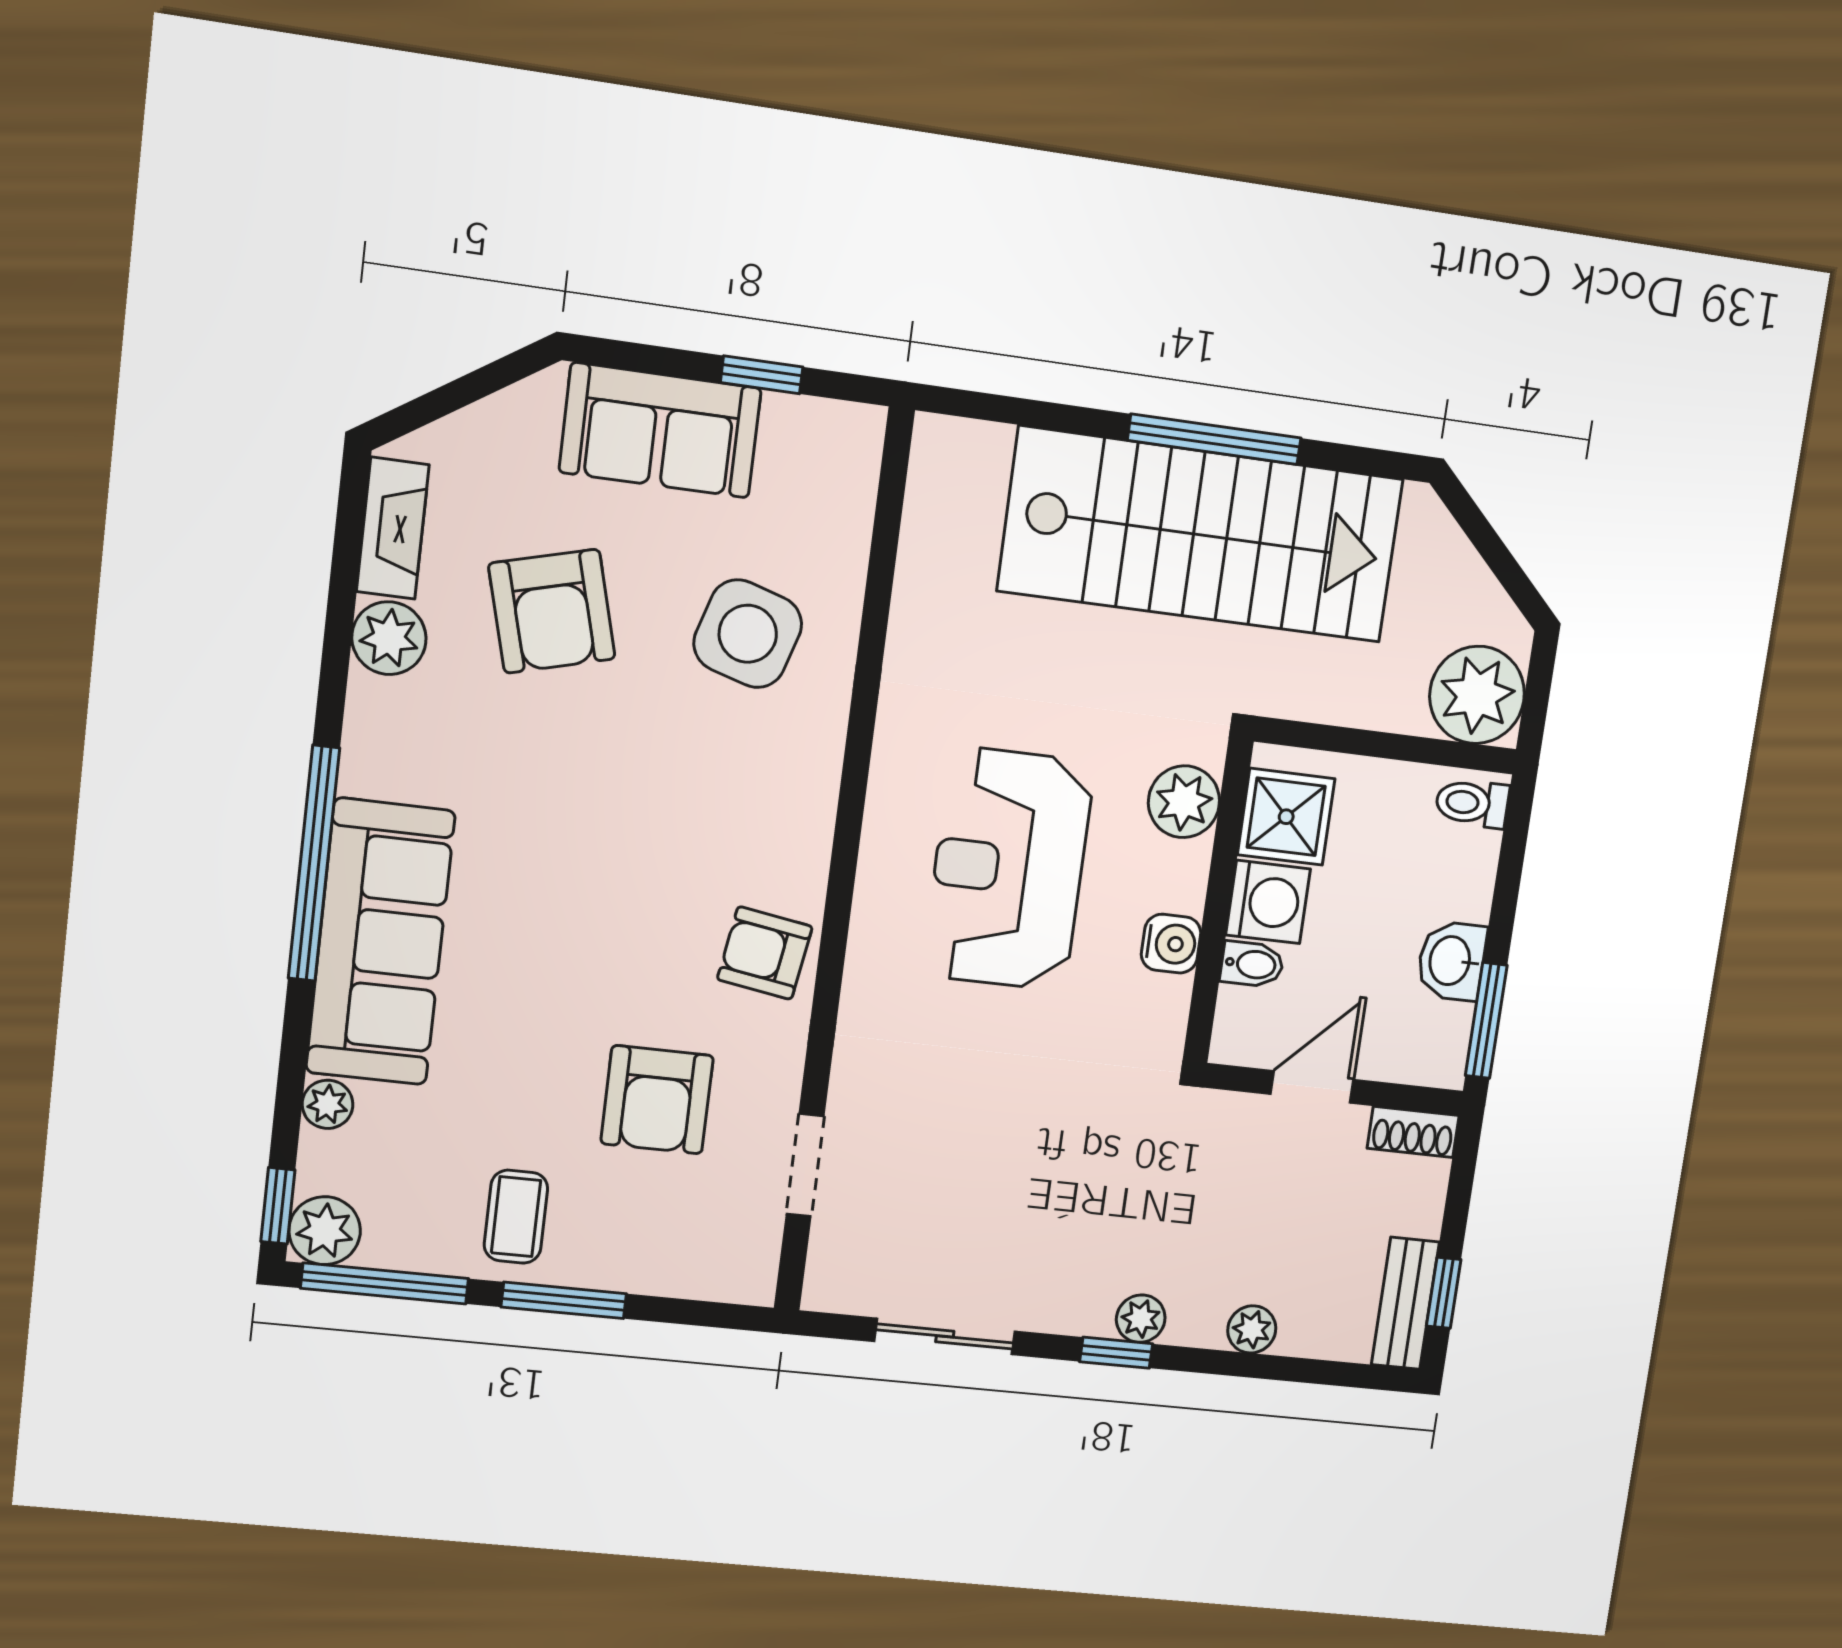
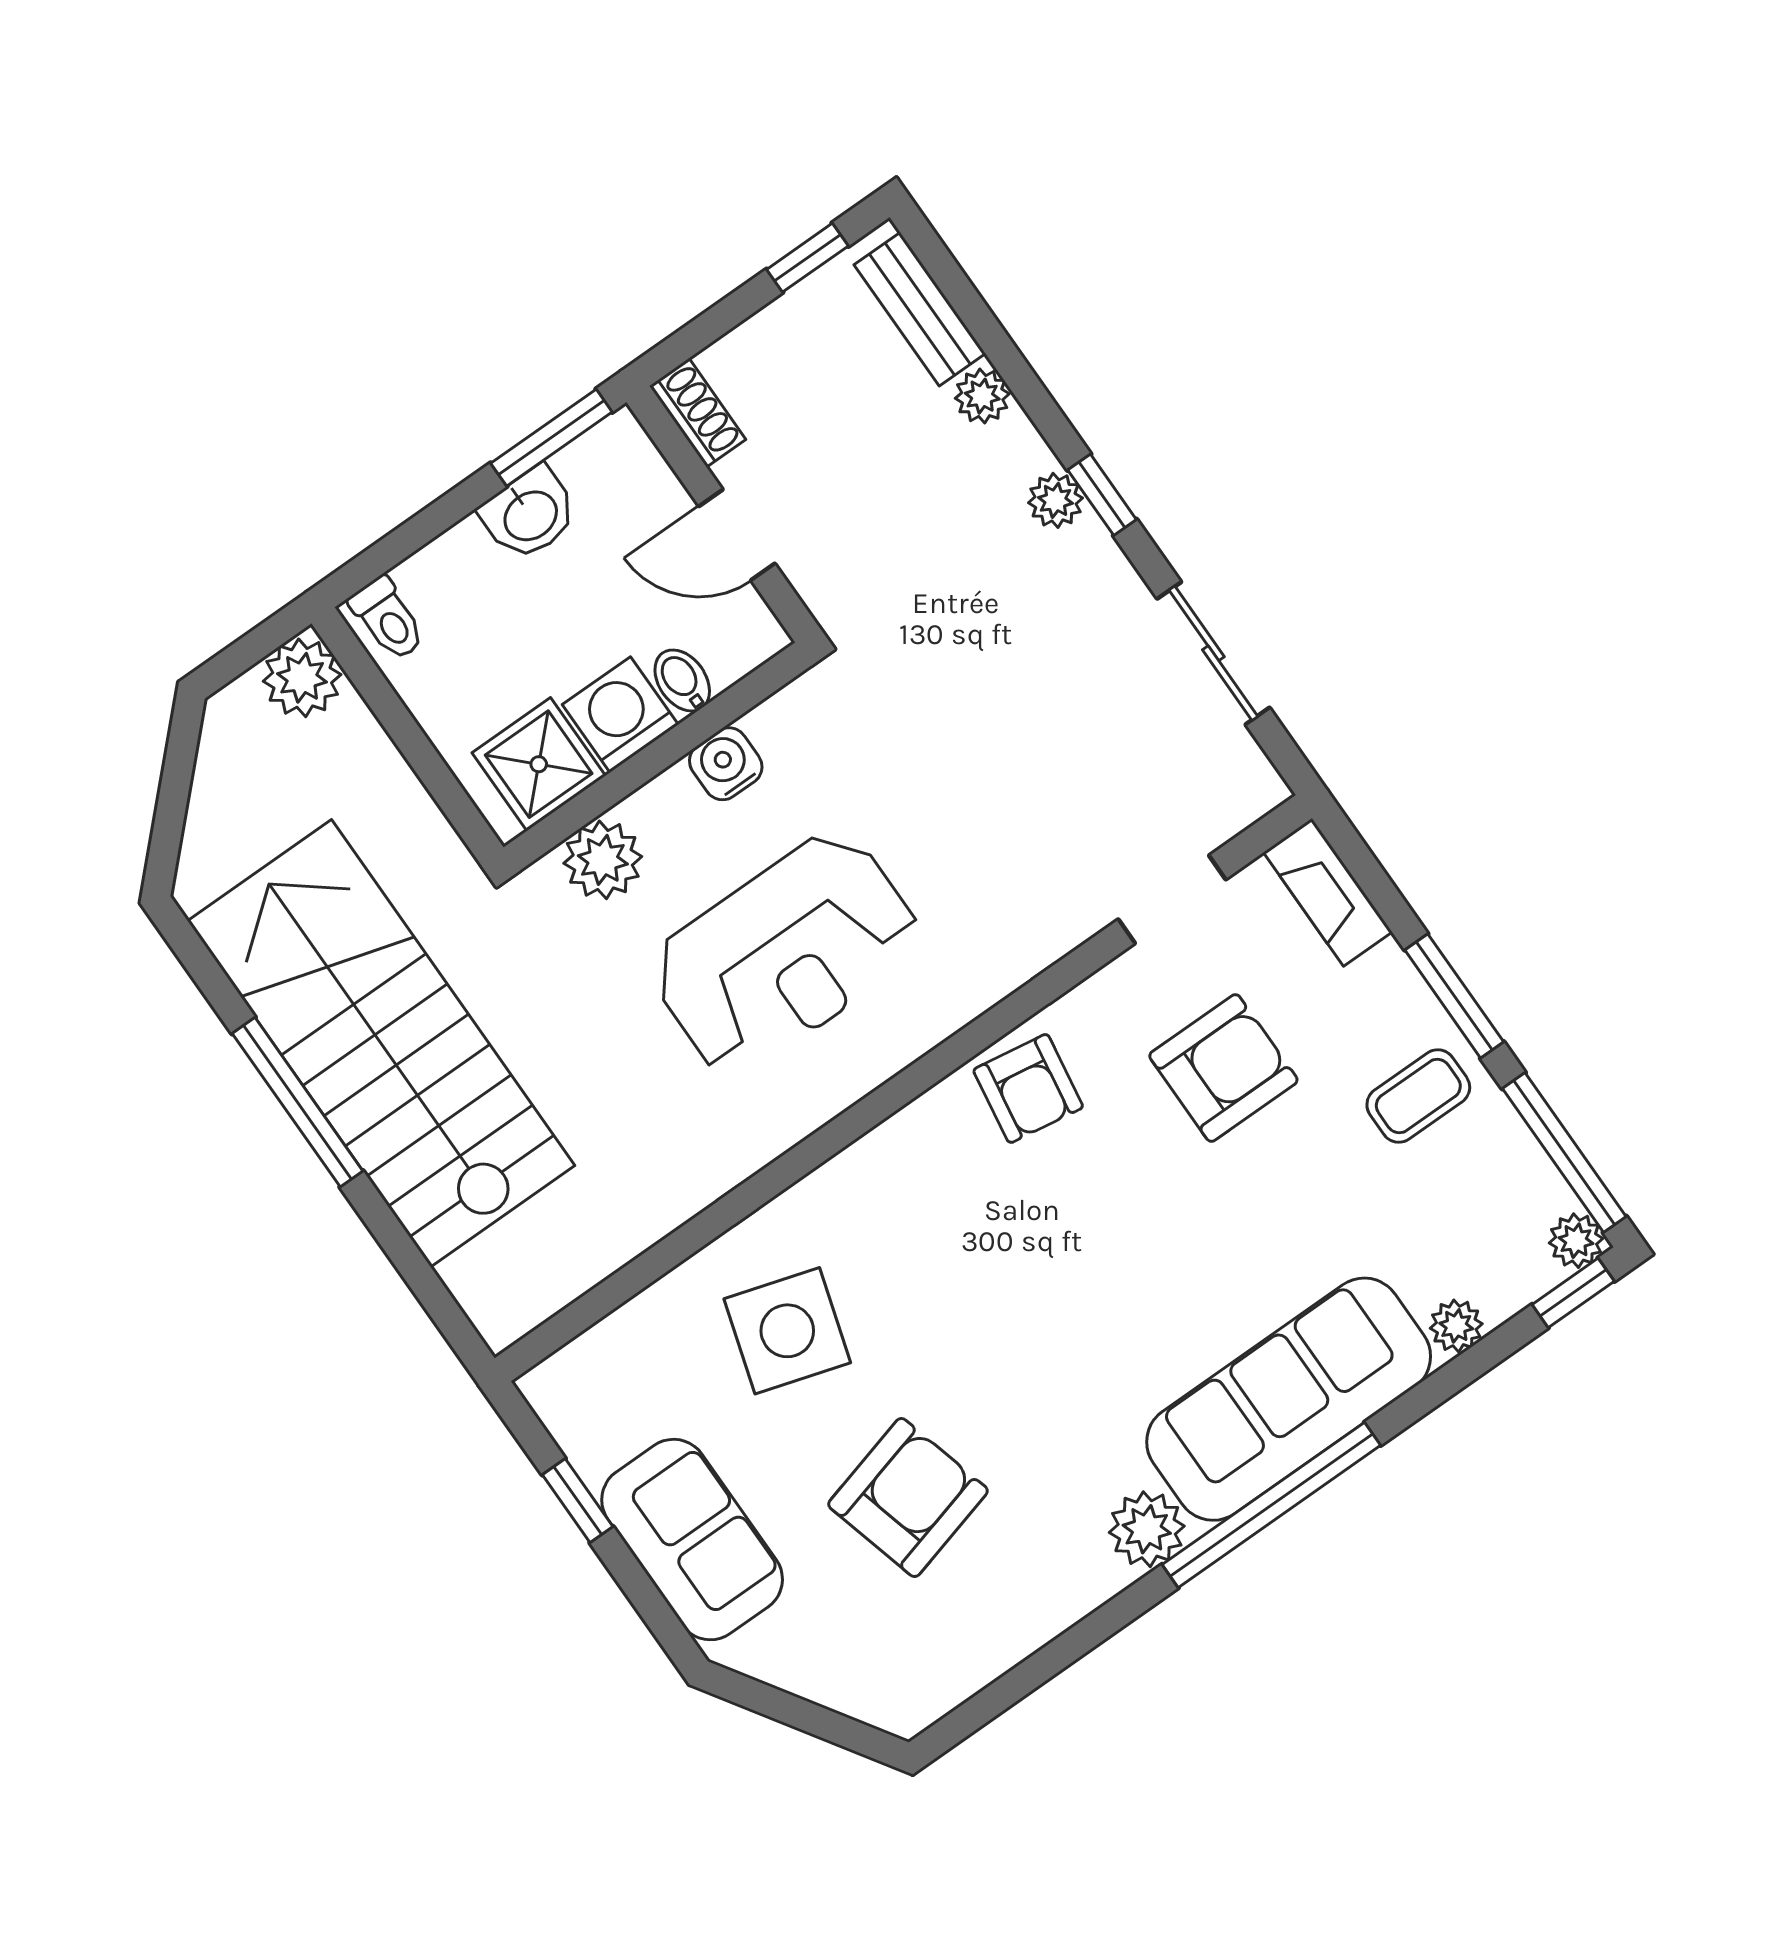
fireplace: (393, 528) -> (1328, 892), moved, turned -90
plant: (389, 638) -> (1147, 1529), moved
plant: (1477, 695) -> (302, 678), width x0.73, depth x0.73
plant: (325, 1231) -> (1576, 1241), width x0.73, depth x0.73
bench: (1405, 1303) -> (920, 309), moved, turned 90

